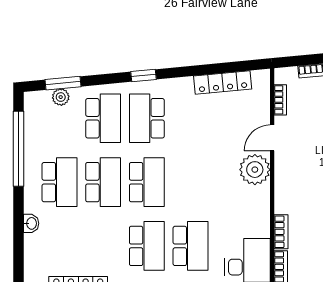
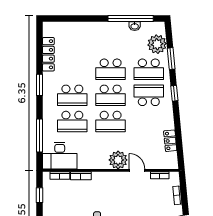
locker: (223, 82) -> (170, 141), width x0.66
window: (63, 83) -> (171, 59), moved
plant: (61, 97) -> (157, 44), width x1.87, depth x1.87
school desk: (60, 182) -> (111, 121), moved
washbasin: (31, 223) -> (135, 26), moved

